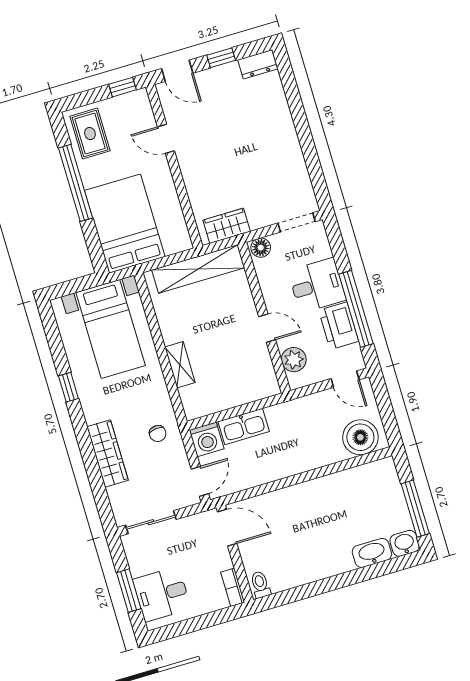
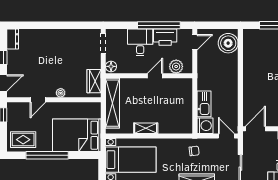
plant: (190, 174) -> (61, 93), added
shelving: (180, 365) -> (146, 128), moved

